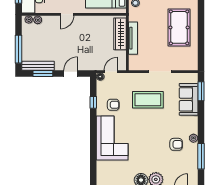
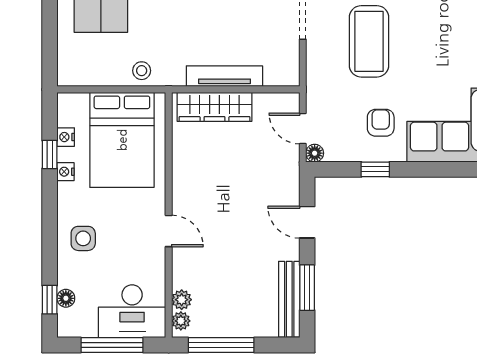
window: (18, 49) -> (221, 345), moved

